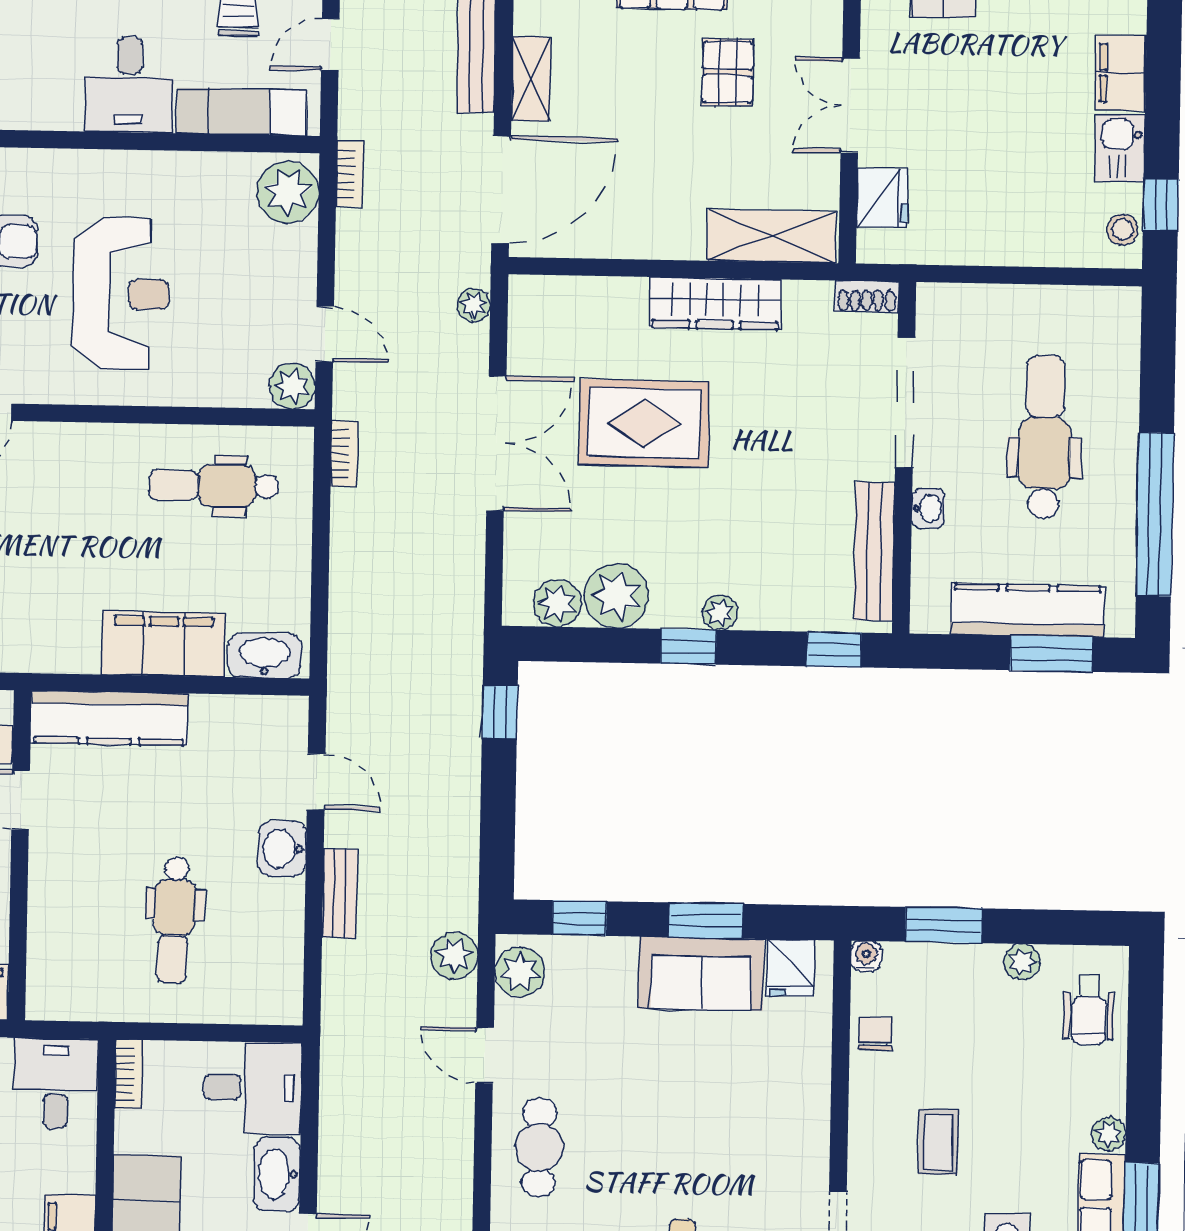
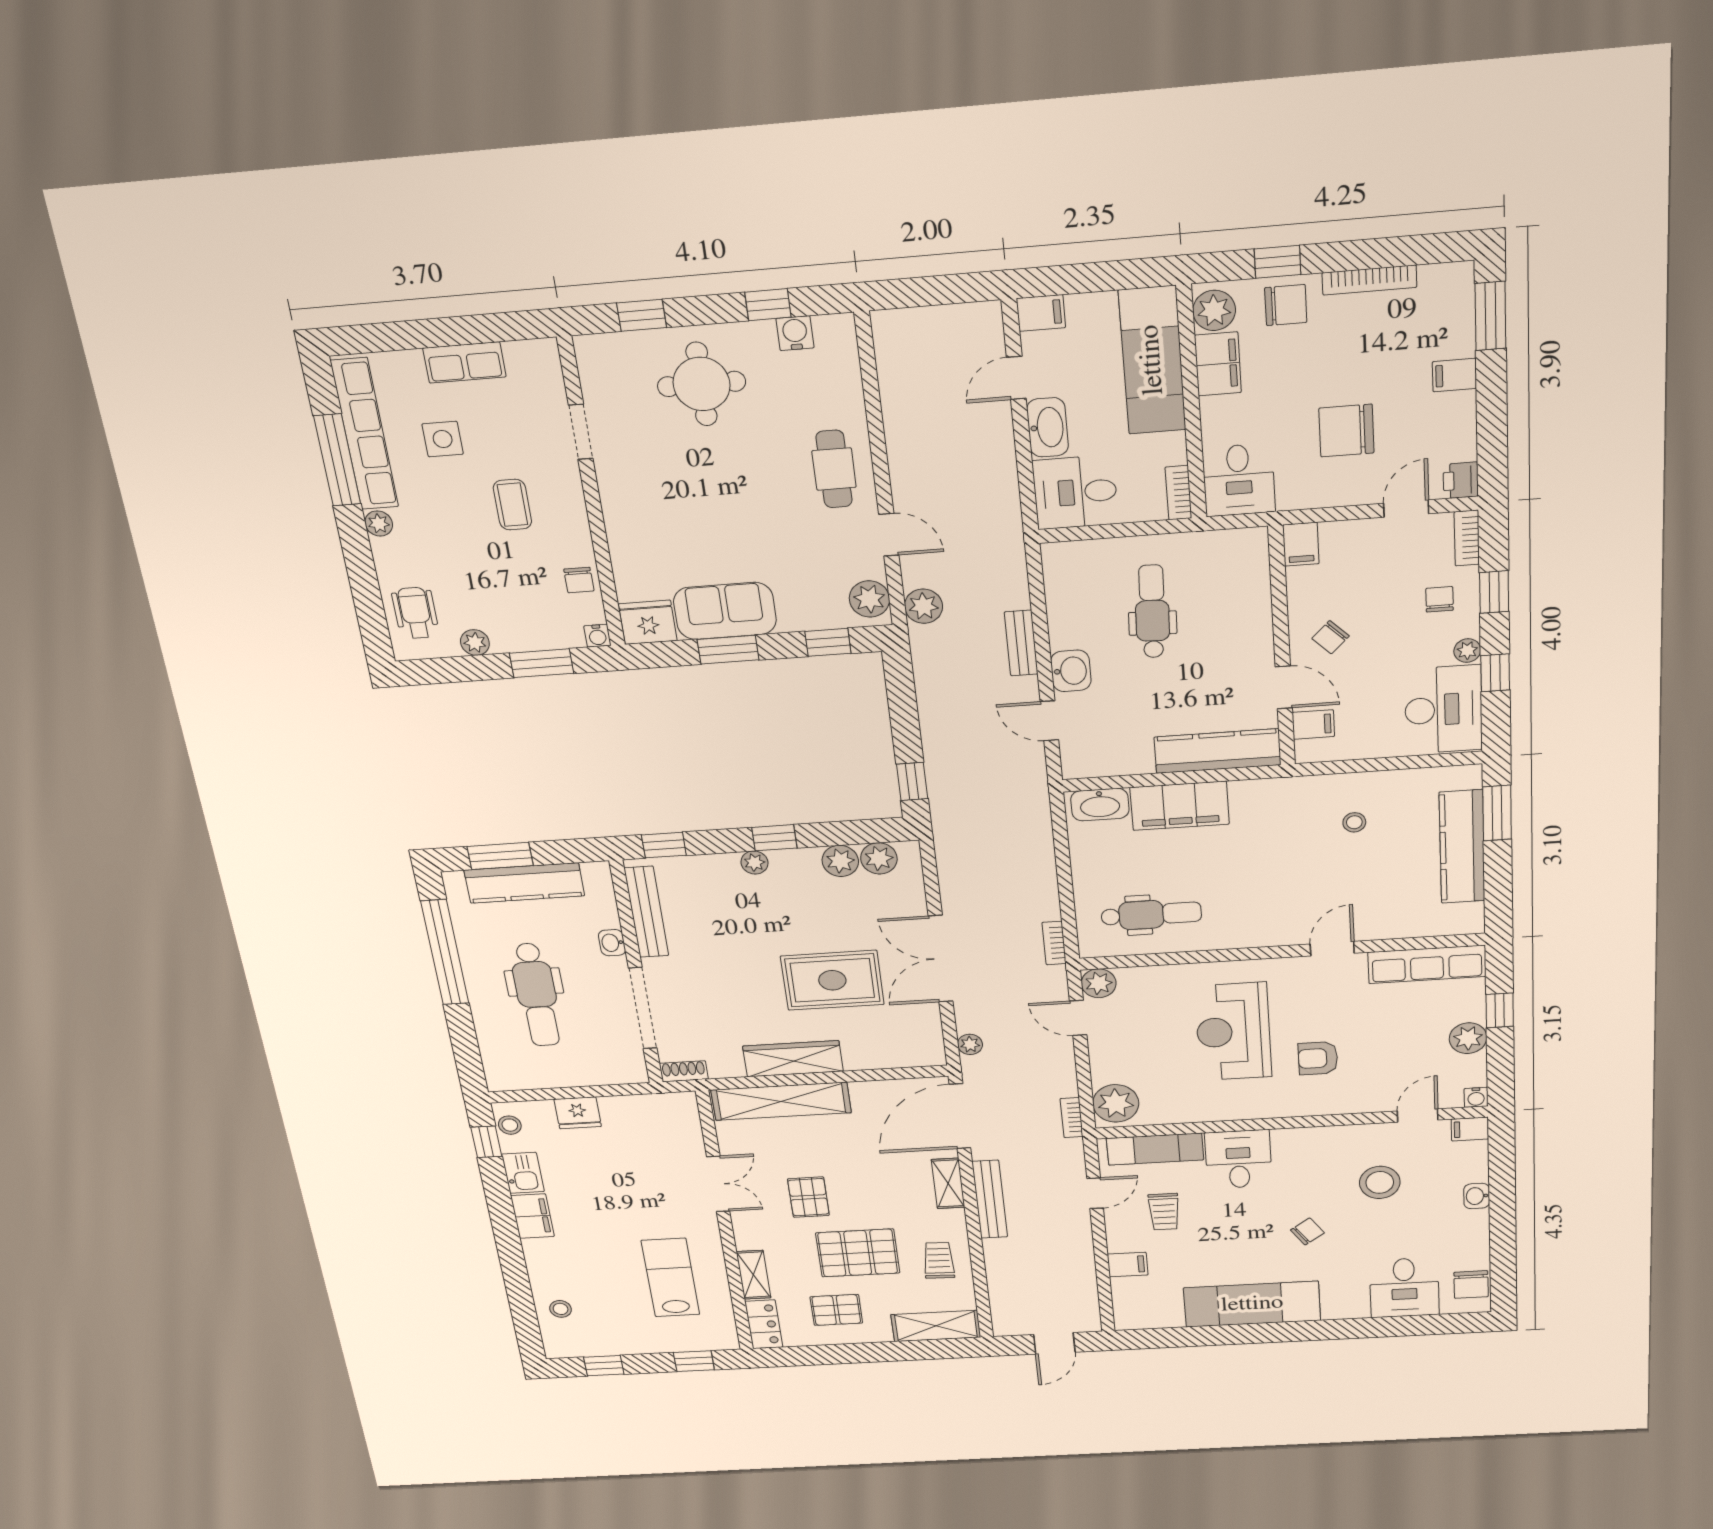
fridge: (882, 198) -> (578, 1113), moved, turned -90
shelving: (772, 236) -> (781, 1101), width x1.47
plant: (617, 596) -> (840, 861), width x0.73, depth x0.73
fridge: (791, 968) -> (648, 622), width x1.38

